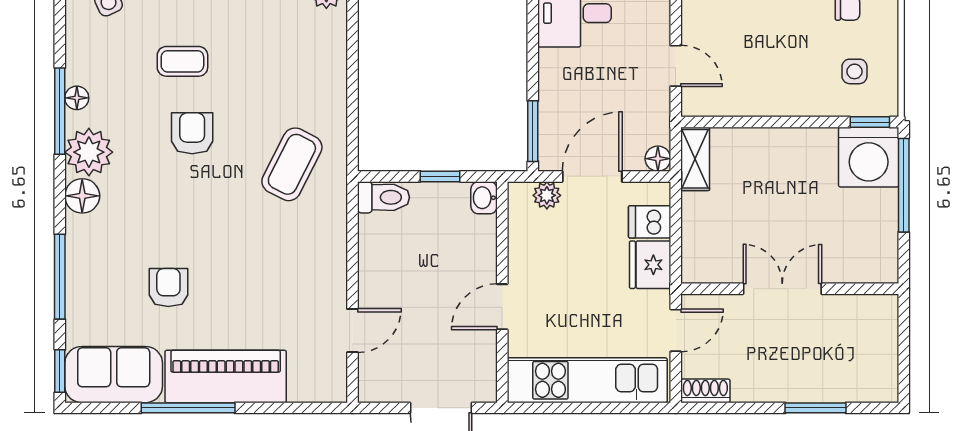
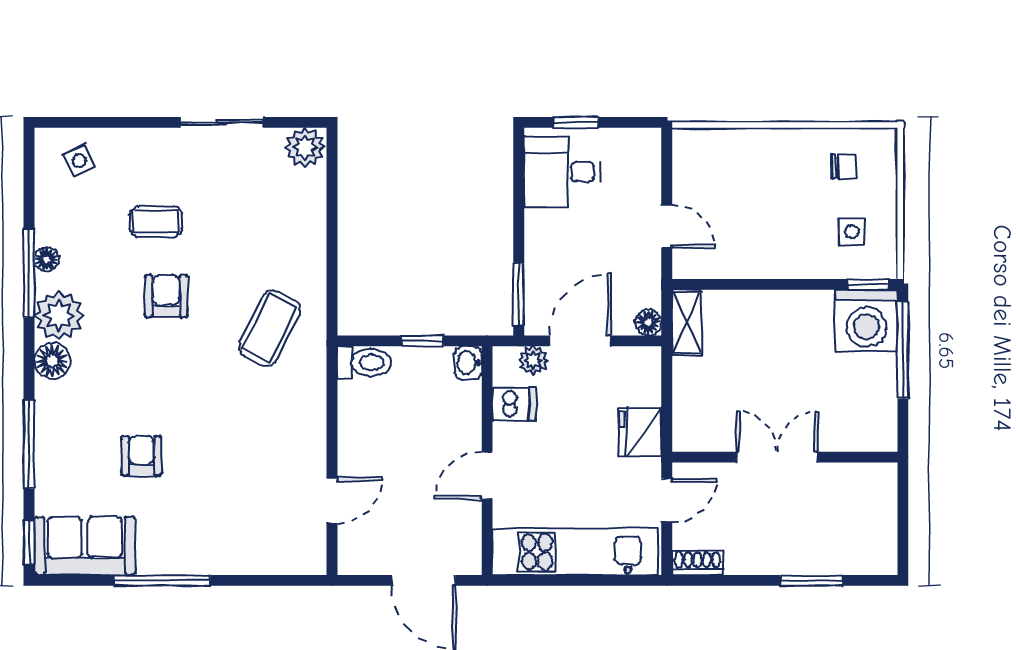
dishwasher: (650, 222) -> (514, 404), moved, turned 180
piano: (226, 376) -> (201, 548), removed

